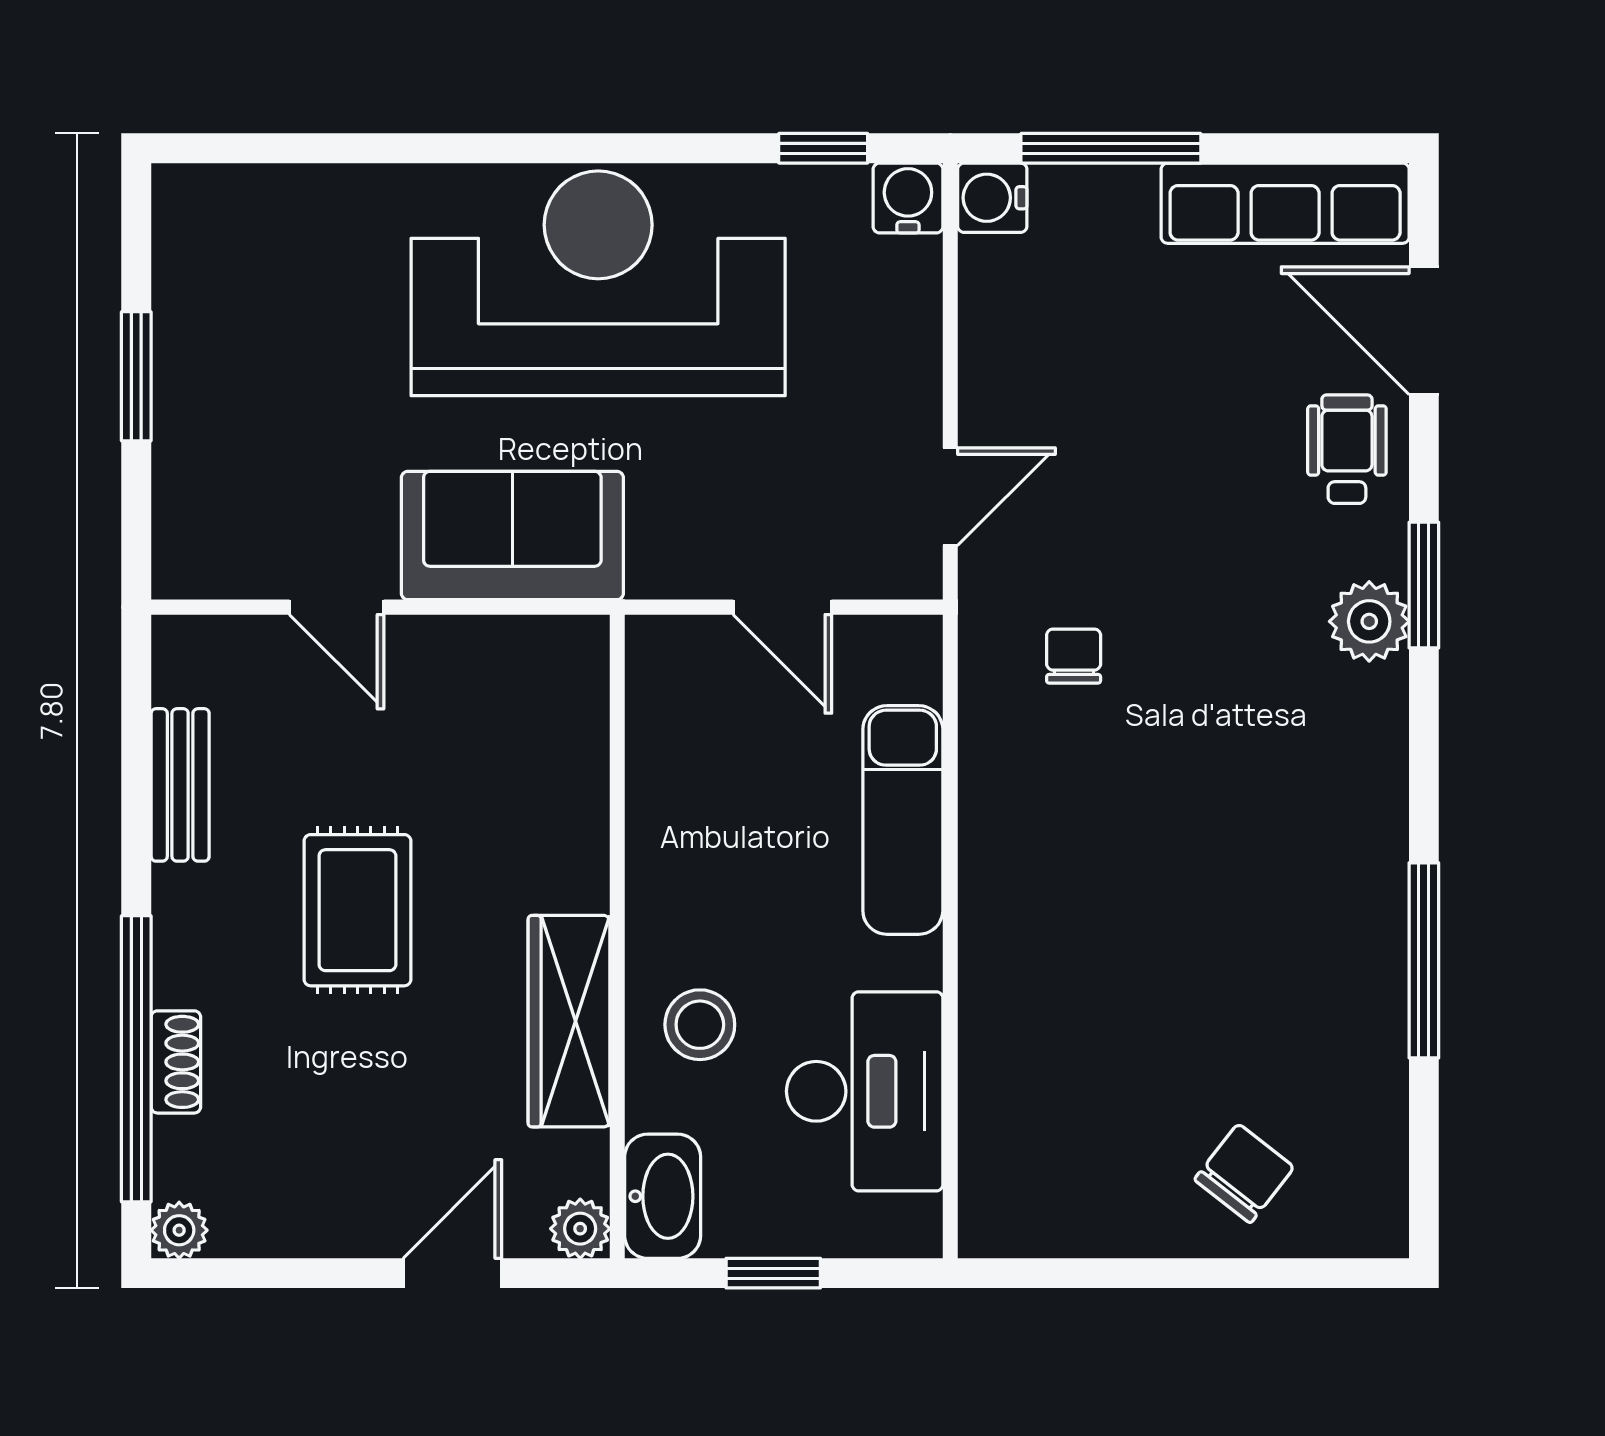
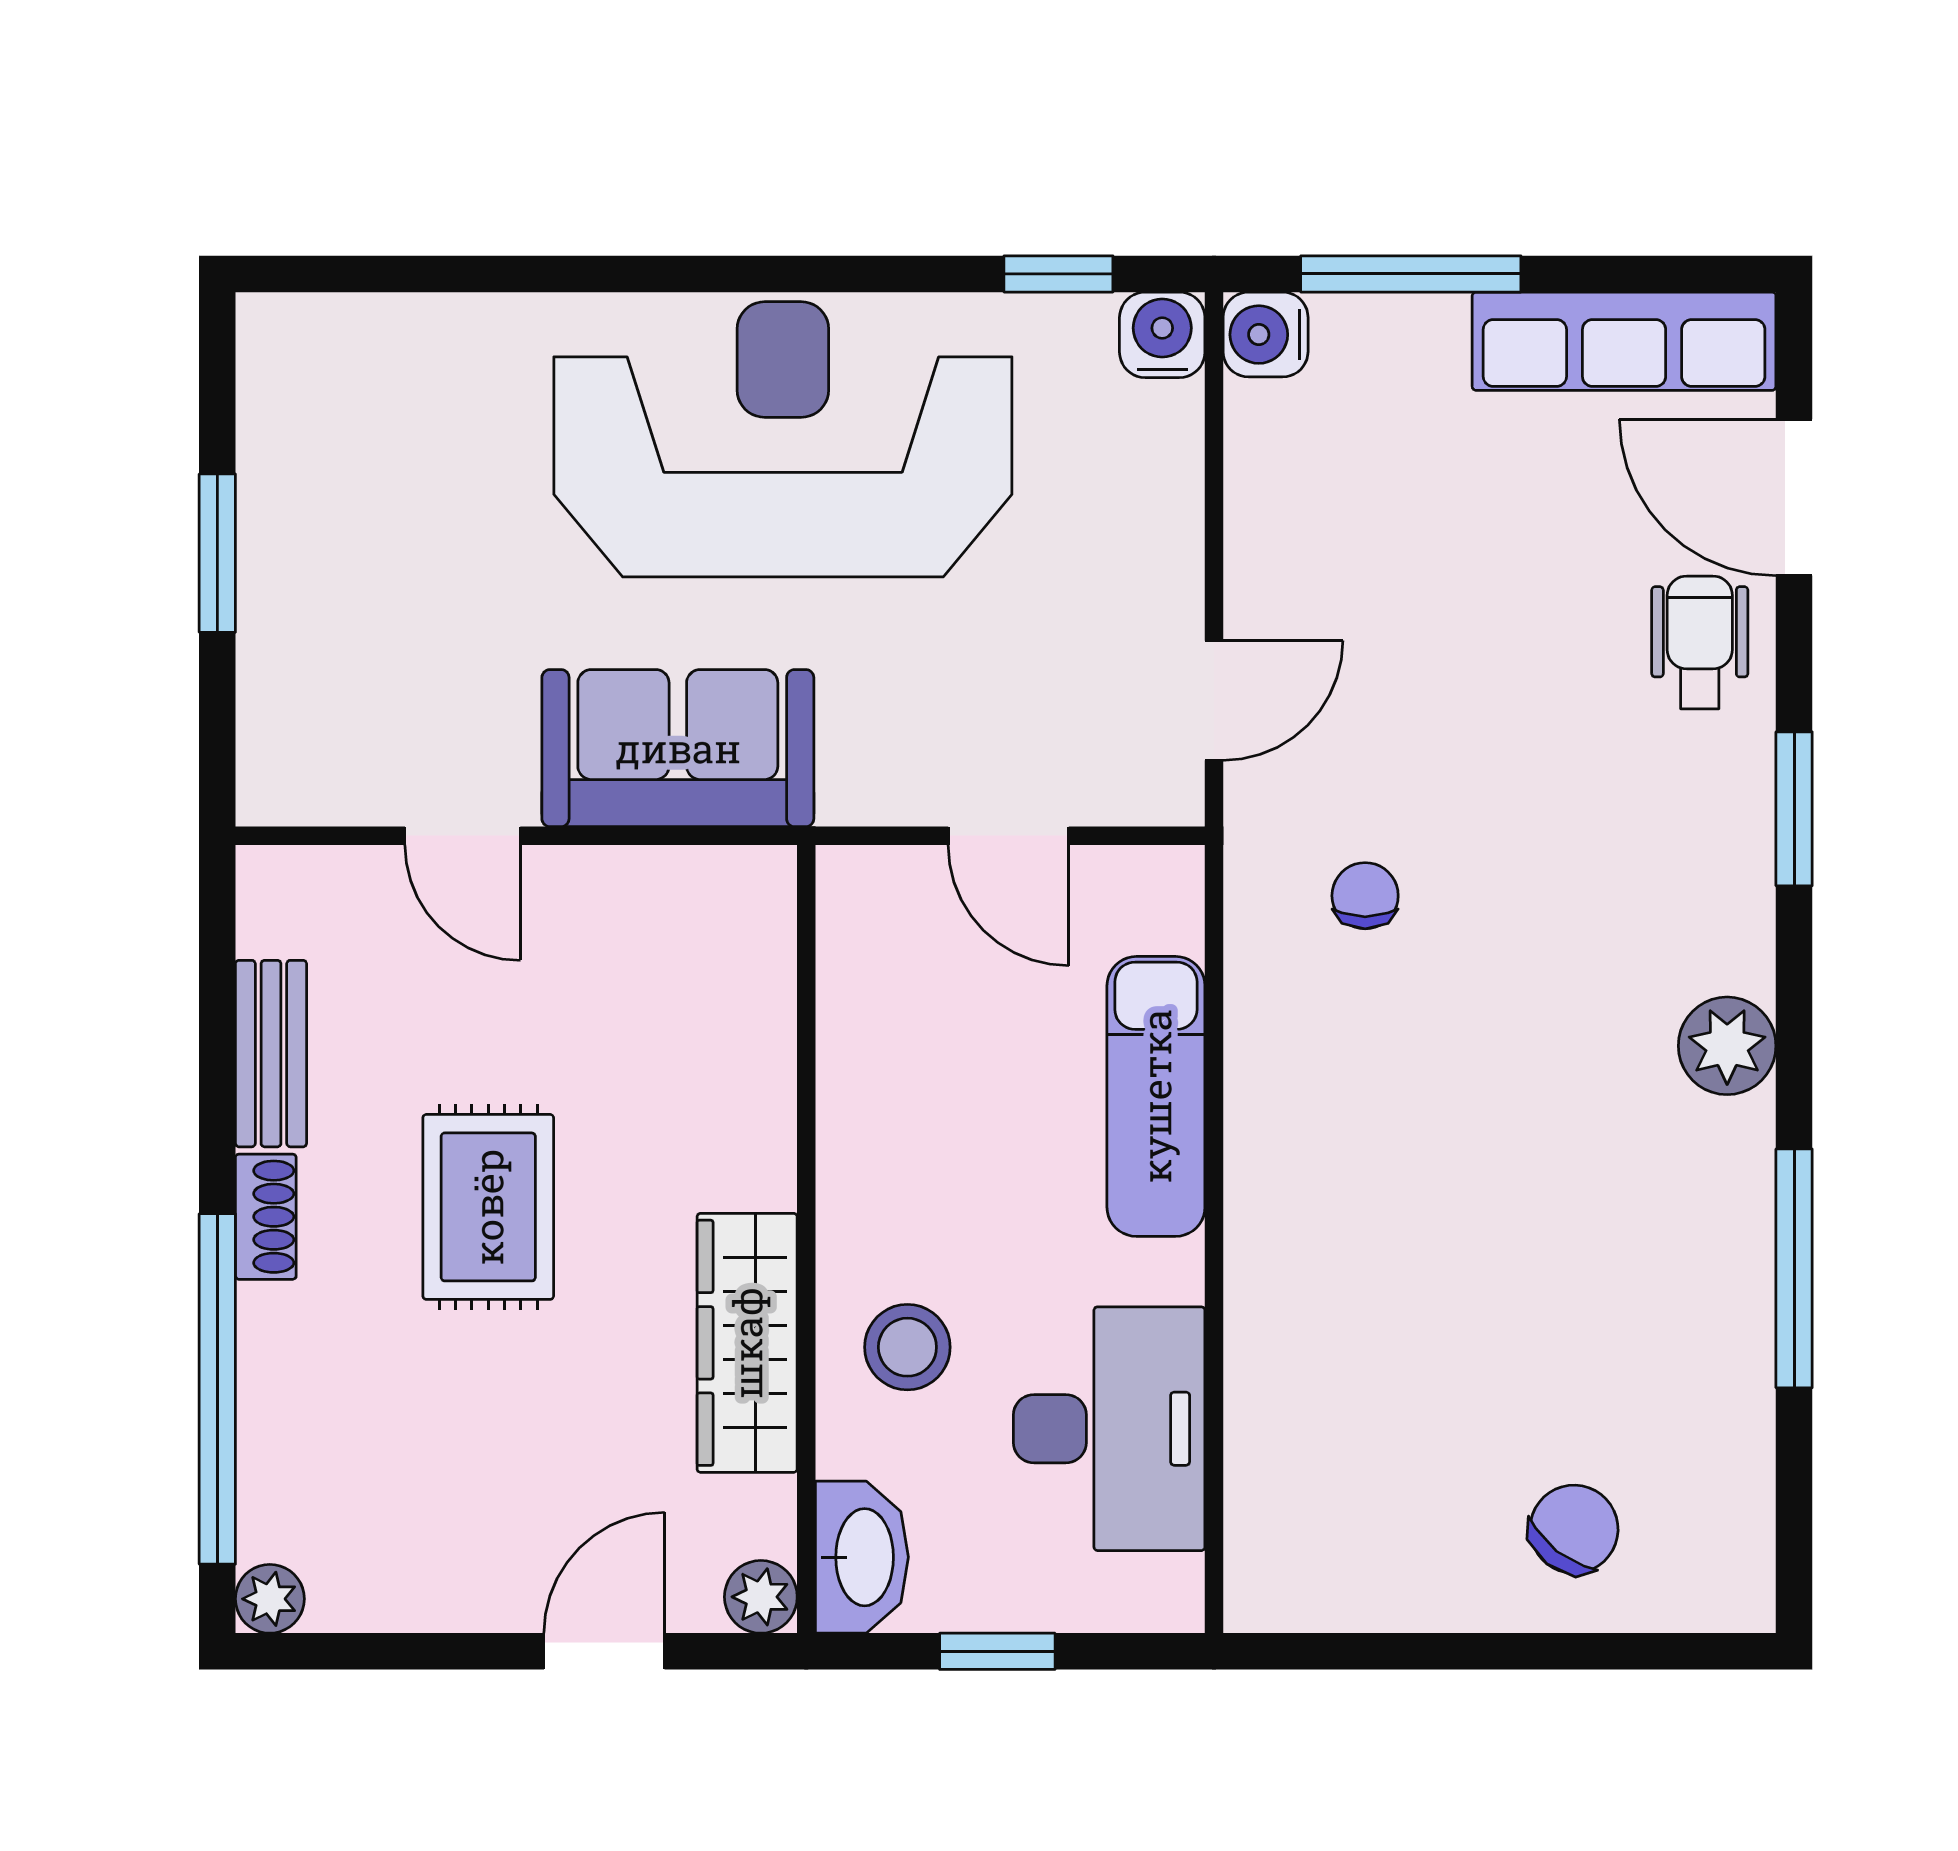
plant: (1369, 621) -> (1727, 1046), moved
shoe rack: (176, 1062) -> (266, 1217), moved

